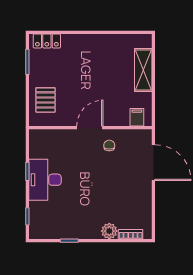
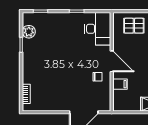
filing cabinet: (137, 117) -> (120, 84), moved
desk: (45, 180) -> (98, 29), moved, turned 90
plant: (109, 231) -> (29, 32), moved

